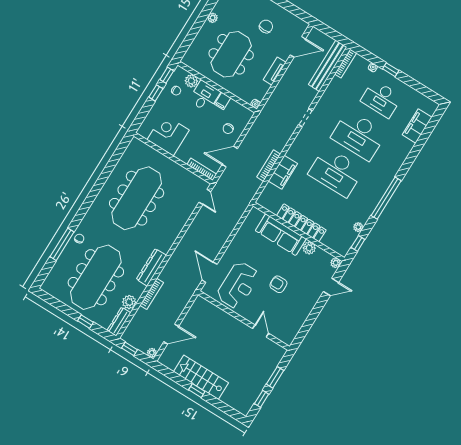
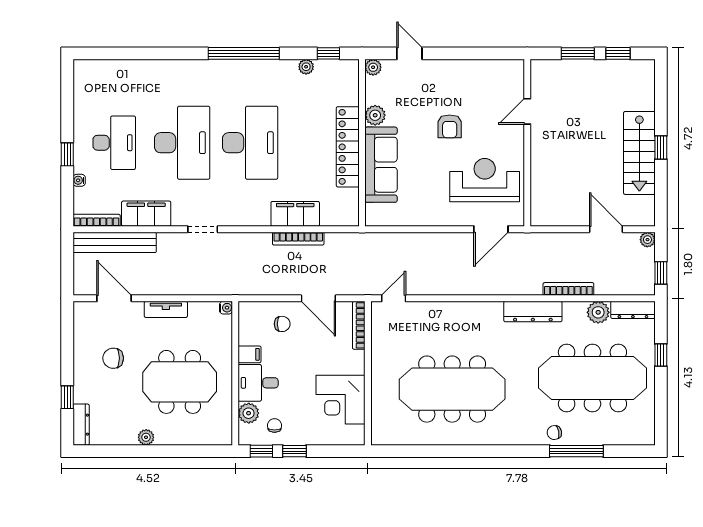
filing cabinet: (417, 126) -> (146, 214), moved, turned 180

